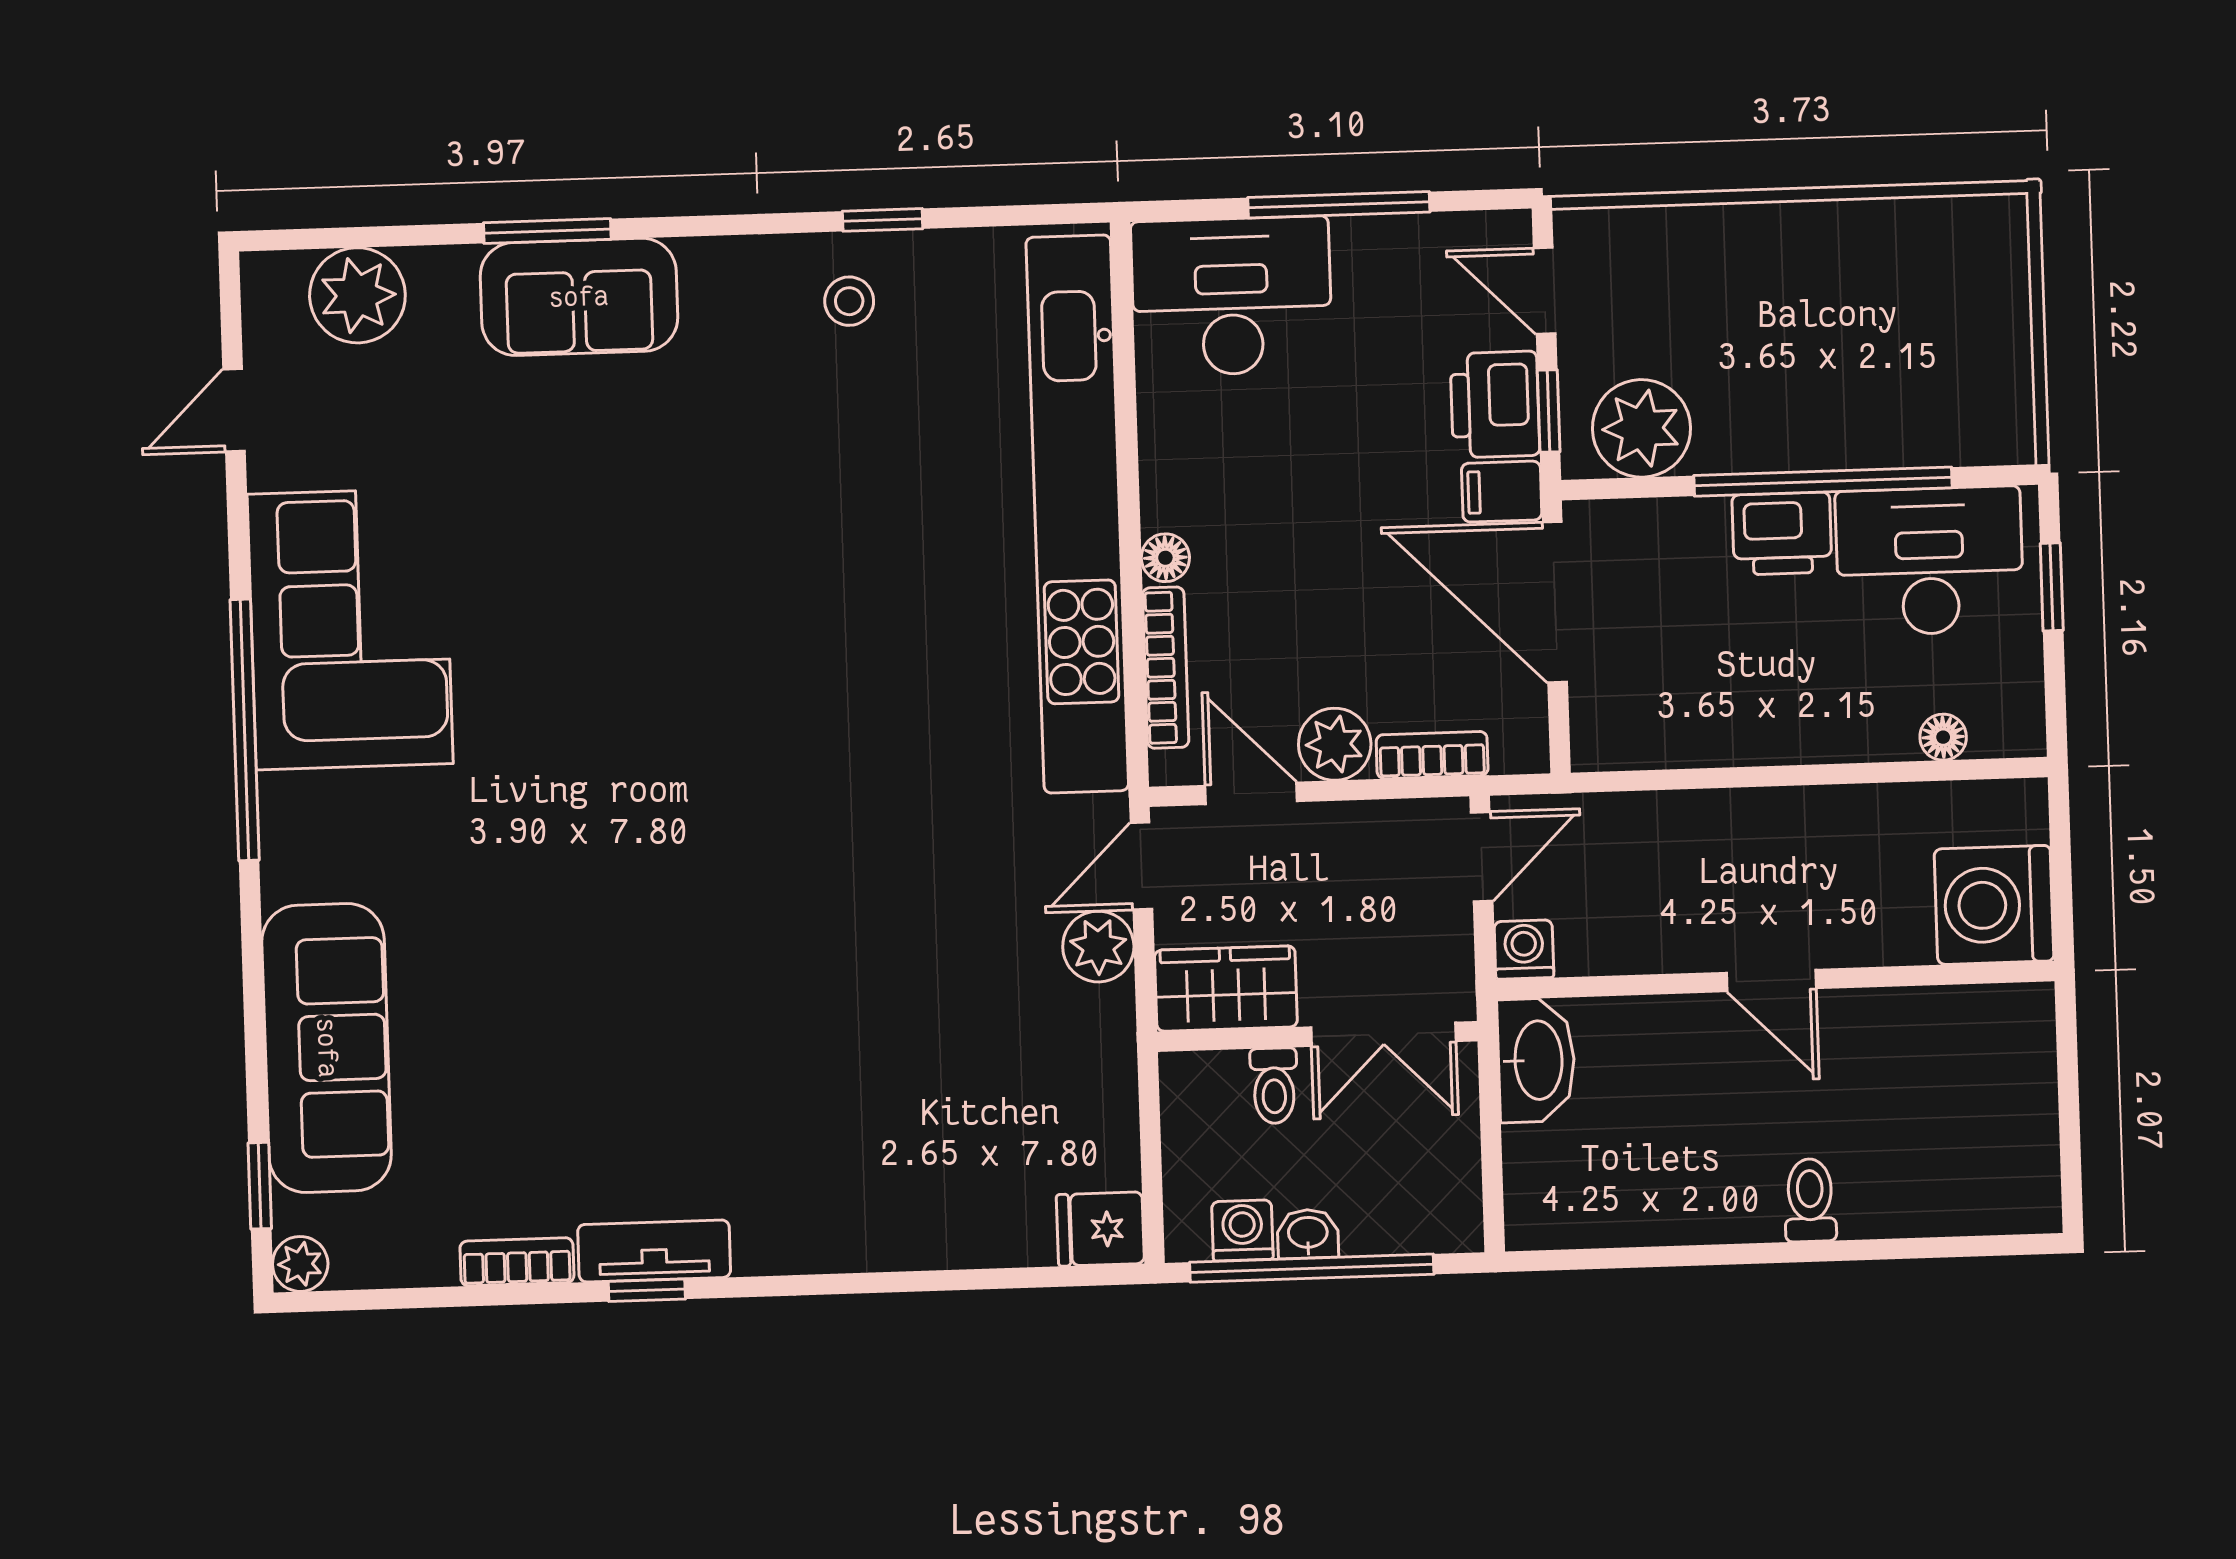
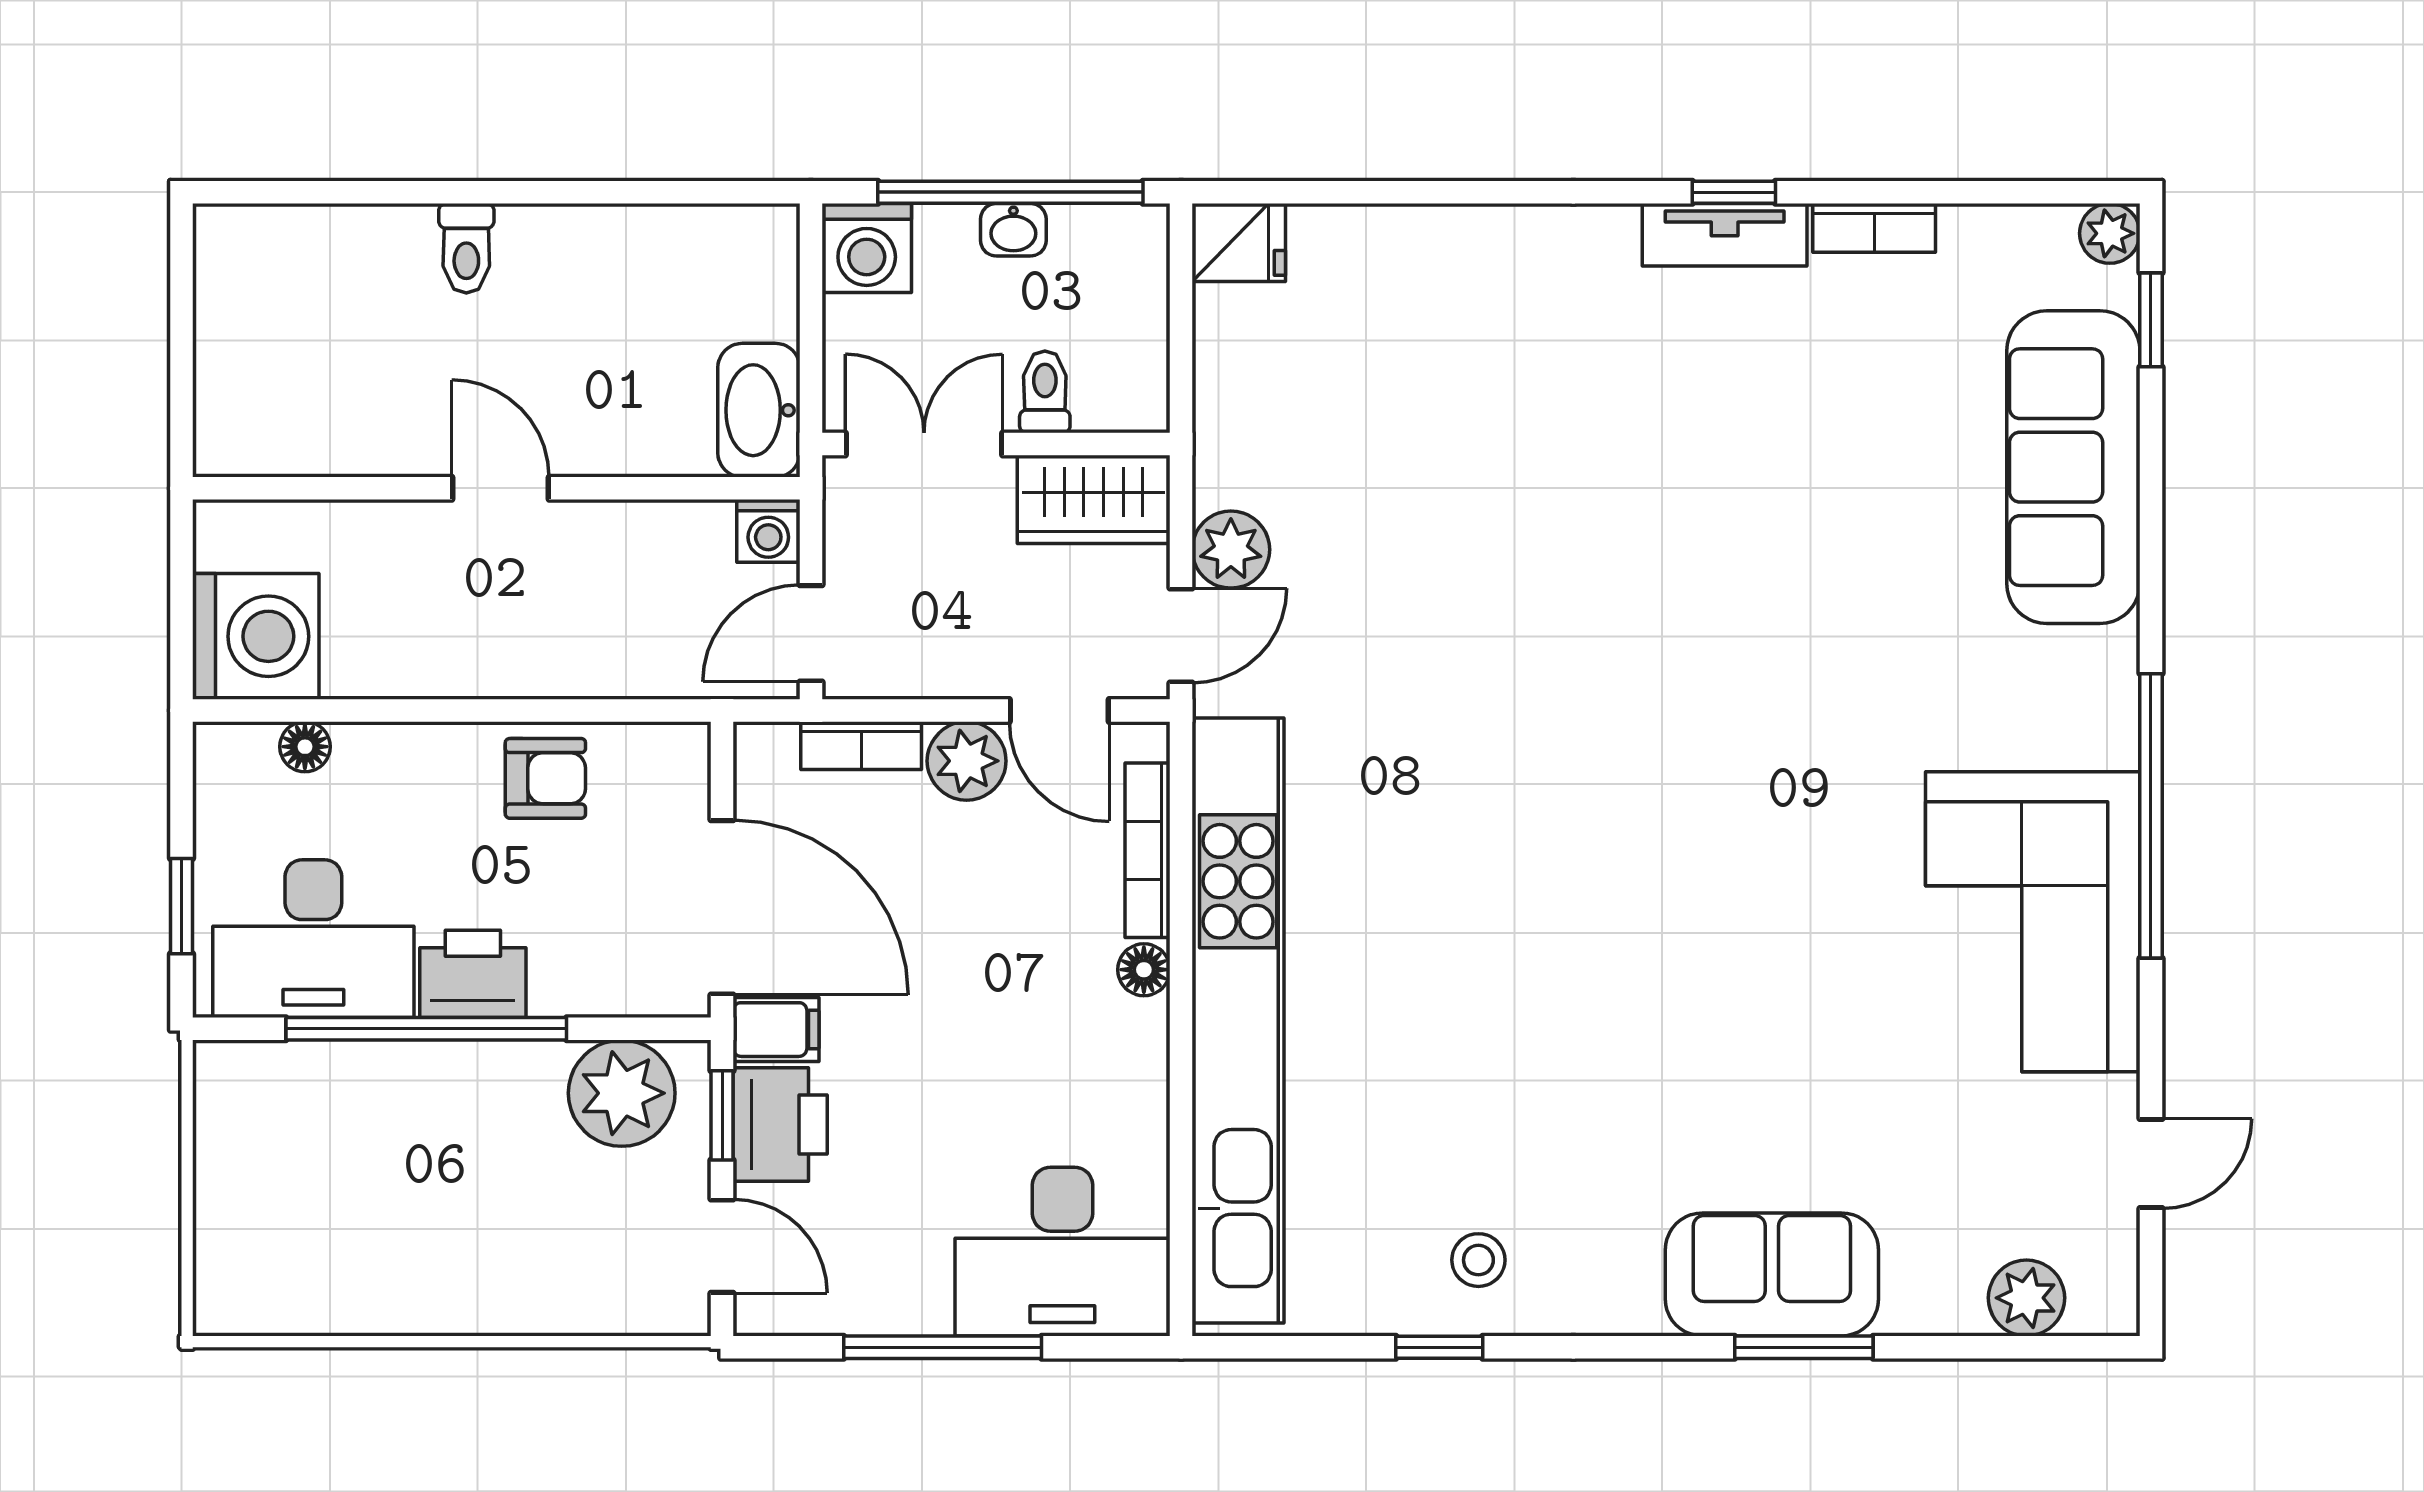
plant: (357, 295) -> (2026, 1298), width x0.73, depth x0.73
armchair: (1721, 715) -> (545, 778), added
washing machine: (1994, 905) -> (256, 636), moved
washing machine: (1242, 1230) -> (867, 248), moved, width x1.38, depth x1.38

